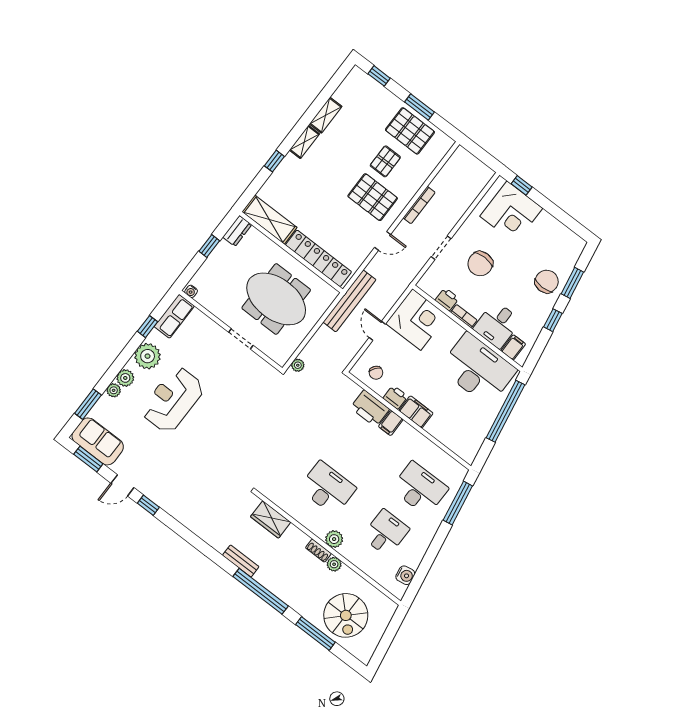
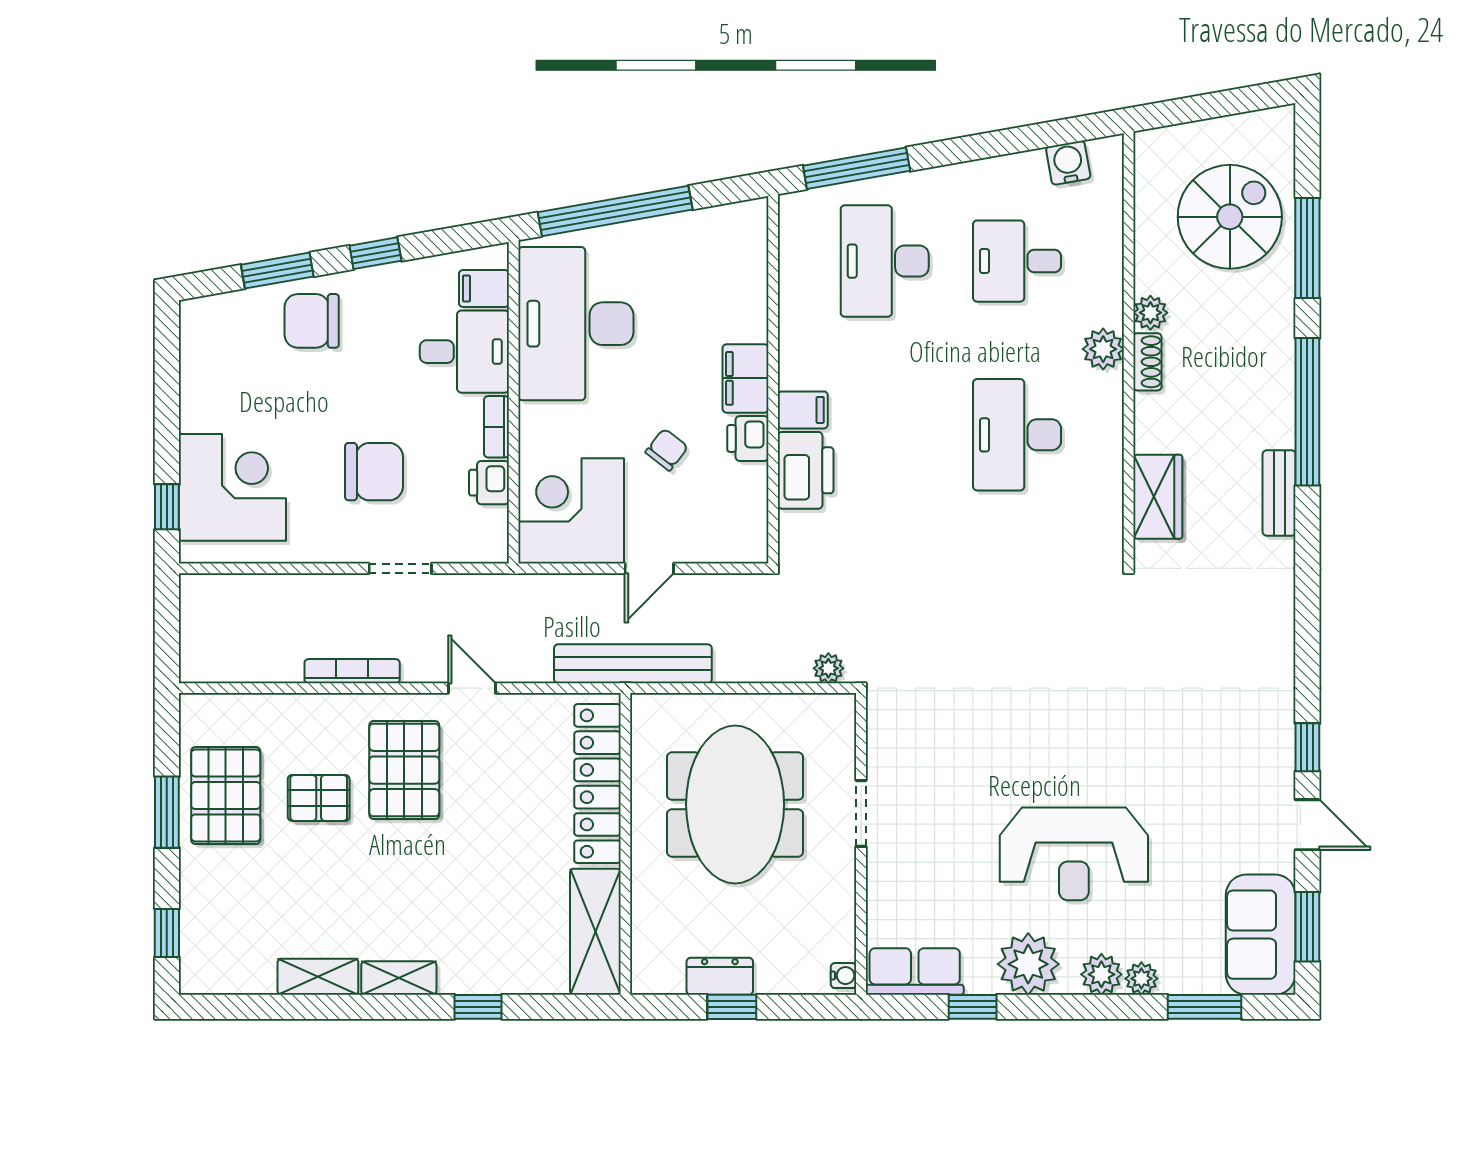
dresser: (237, 231) -> (720, 976), moved
chair: (376, 373) -> (667, 450), moved

